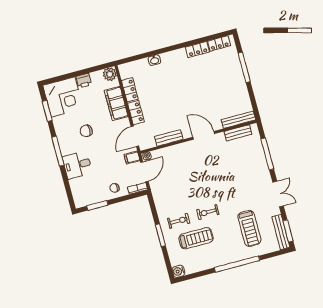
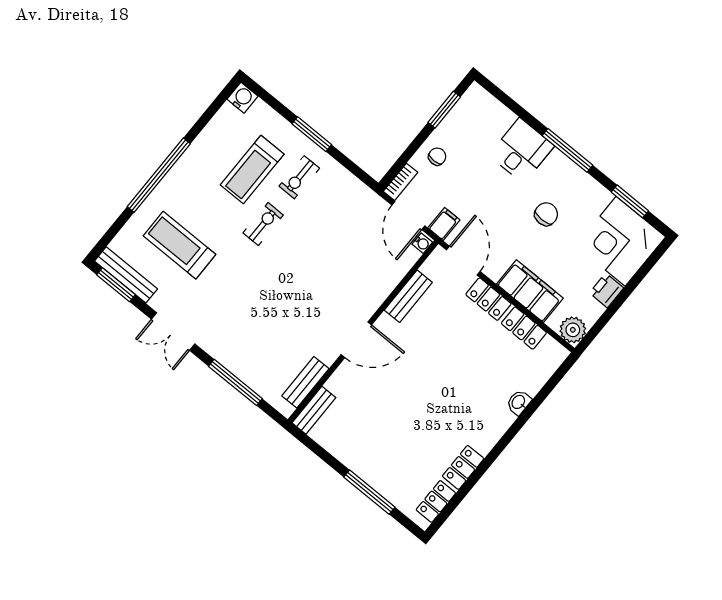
bench: (238, 120) -> (314, 410), width x0.73

